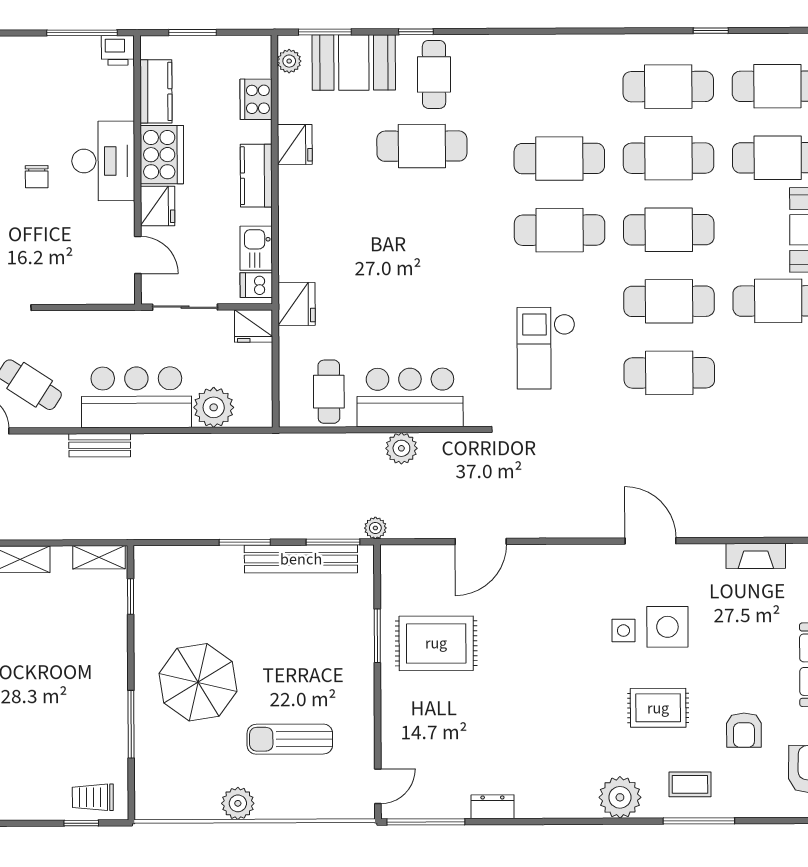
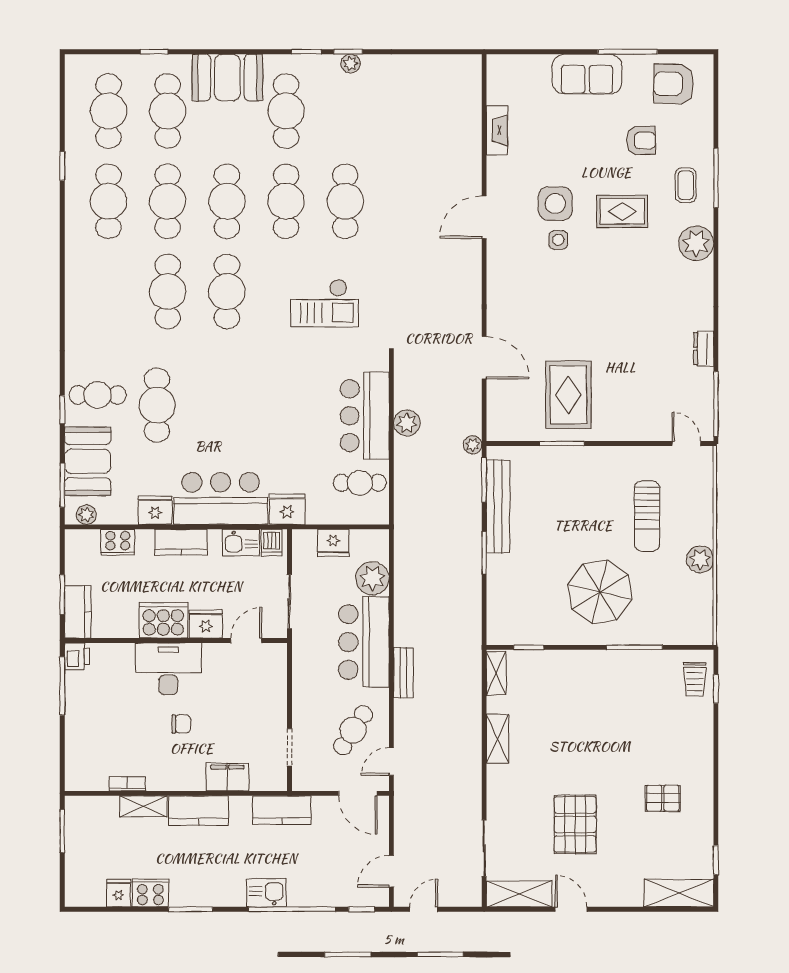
kitchen counter: (156, 91) -> (78, 612), moved, turned 90
bar counter: (309, 223) -> (221, 498), added
fridge: (254, 326) -> (333, 543), moved, turned 90
rug: (658, 708) -> (622, 211), turned 90

